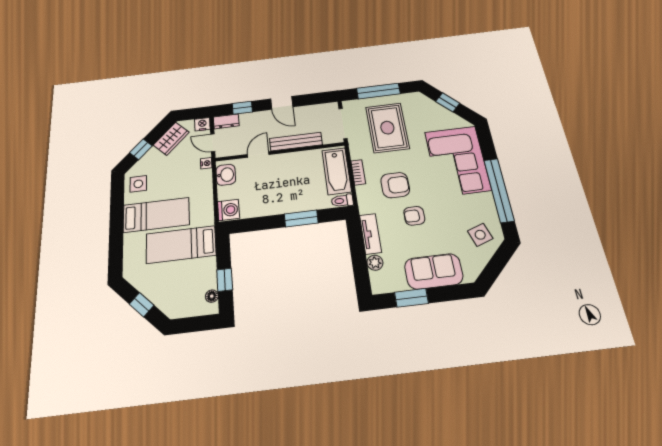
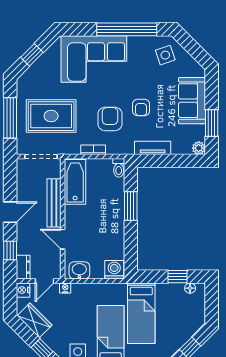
bathtub: (337, 171) -> (75, 182), moved, turned -90
plant: (375, 263) -> (199, 148), moved

